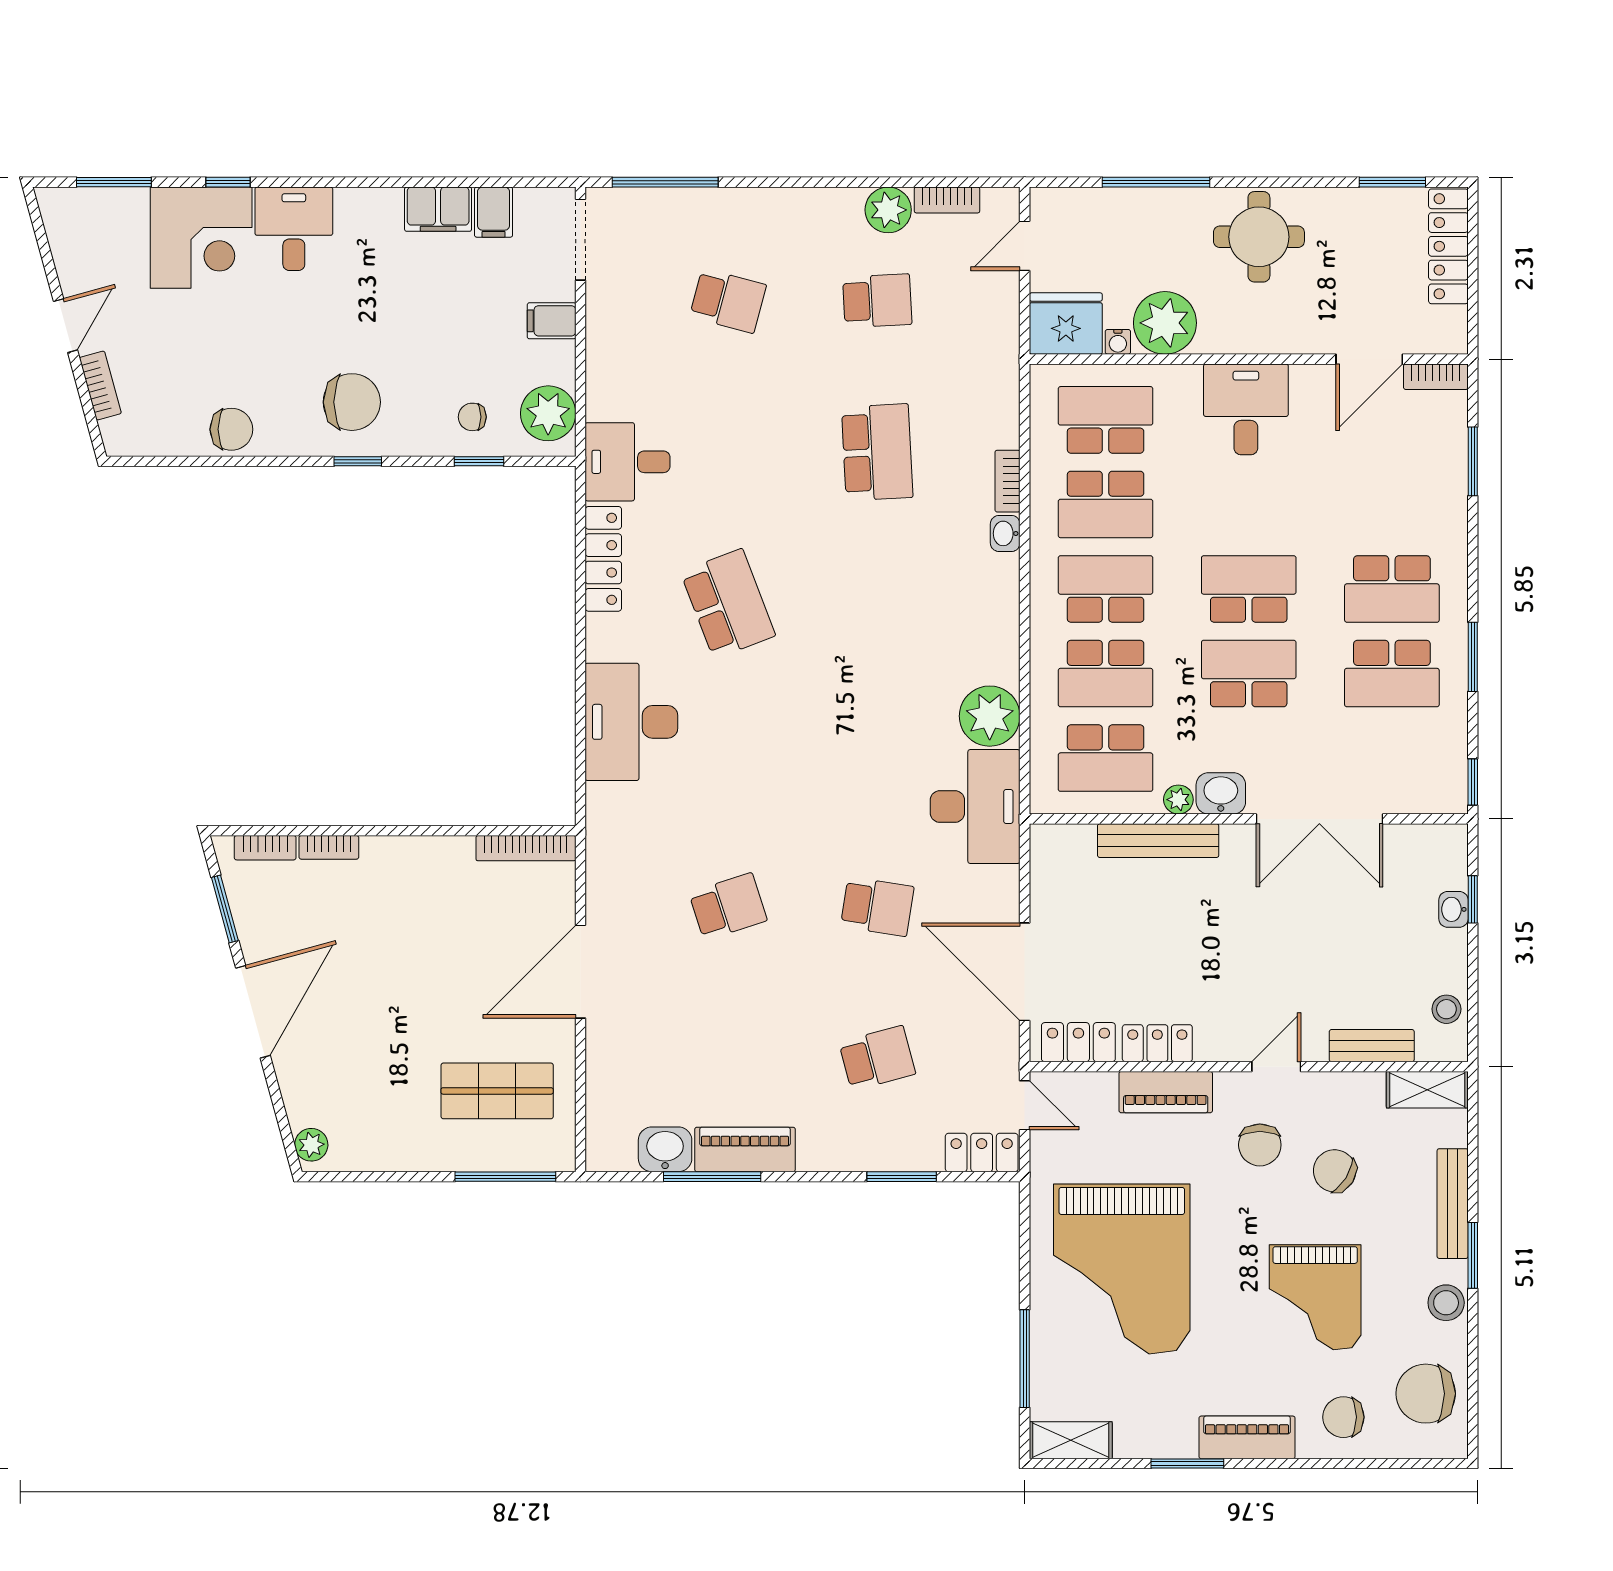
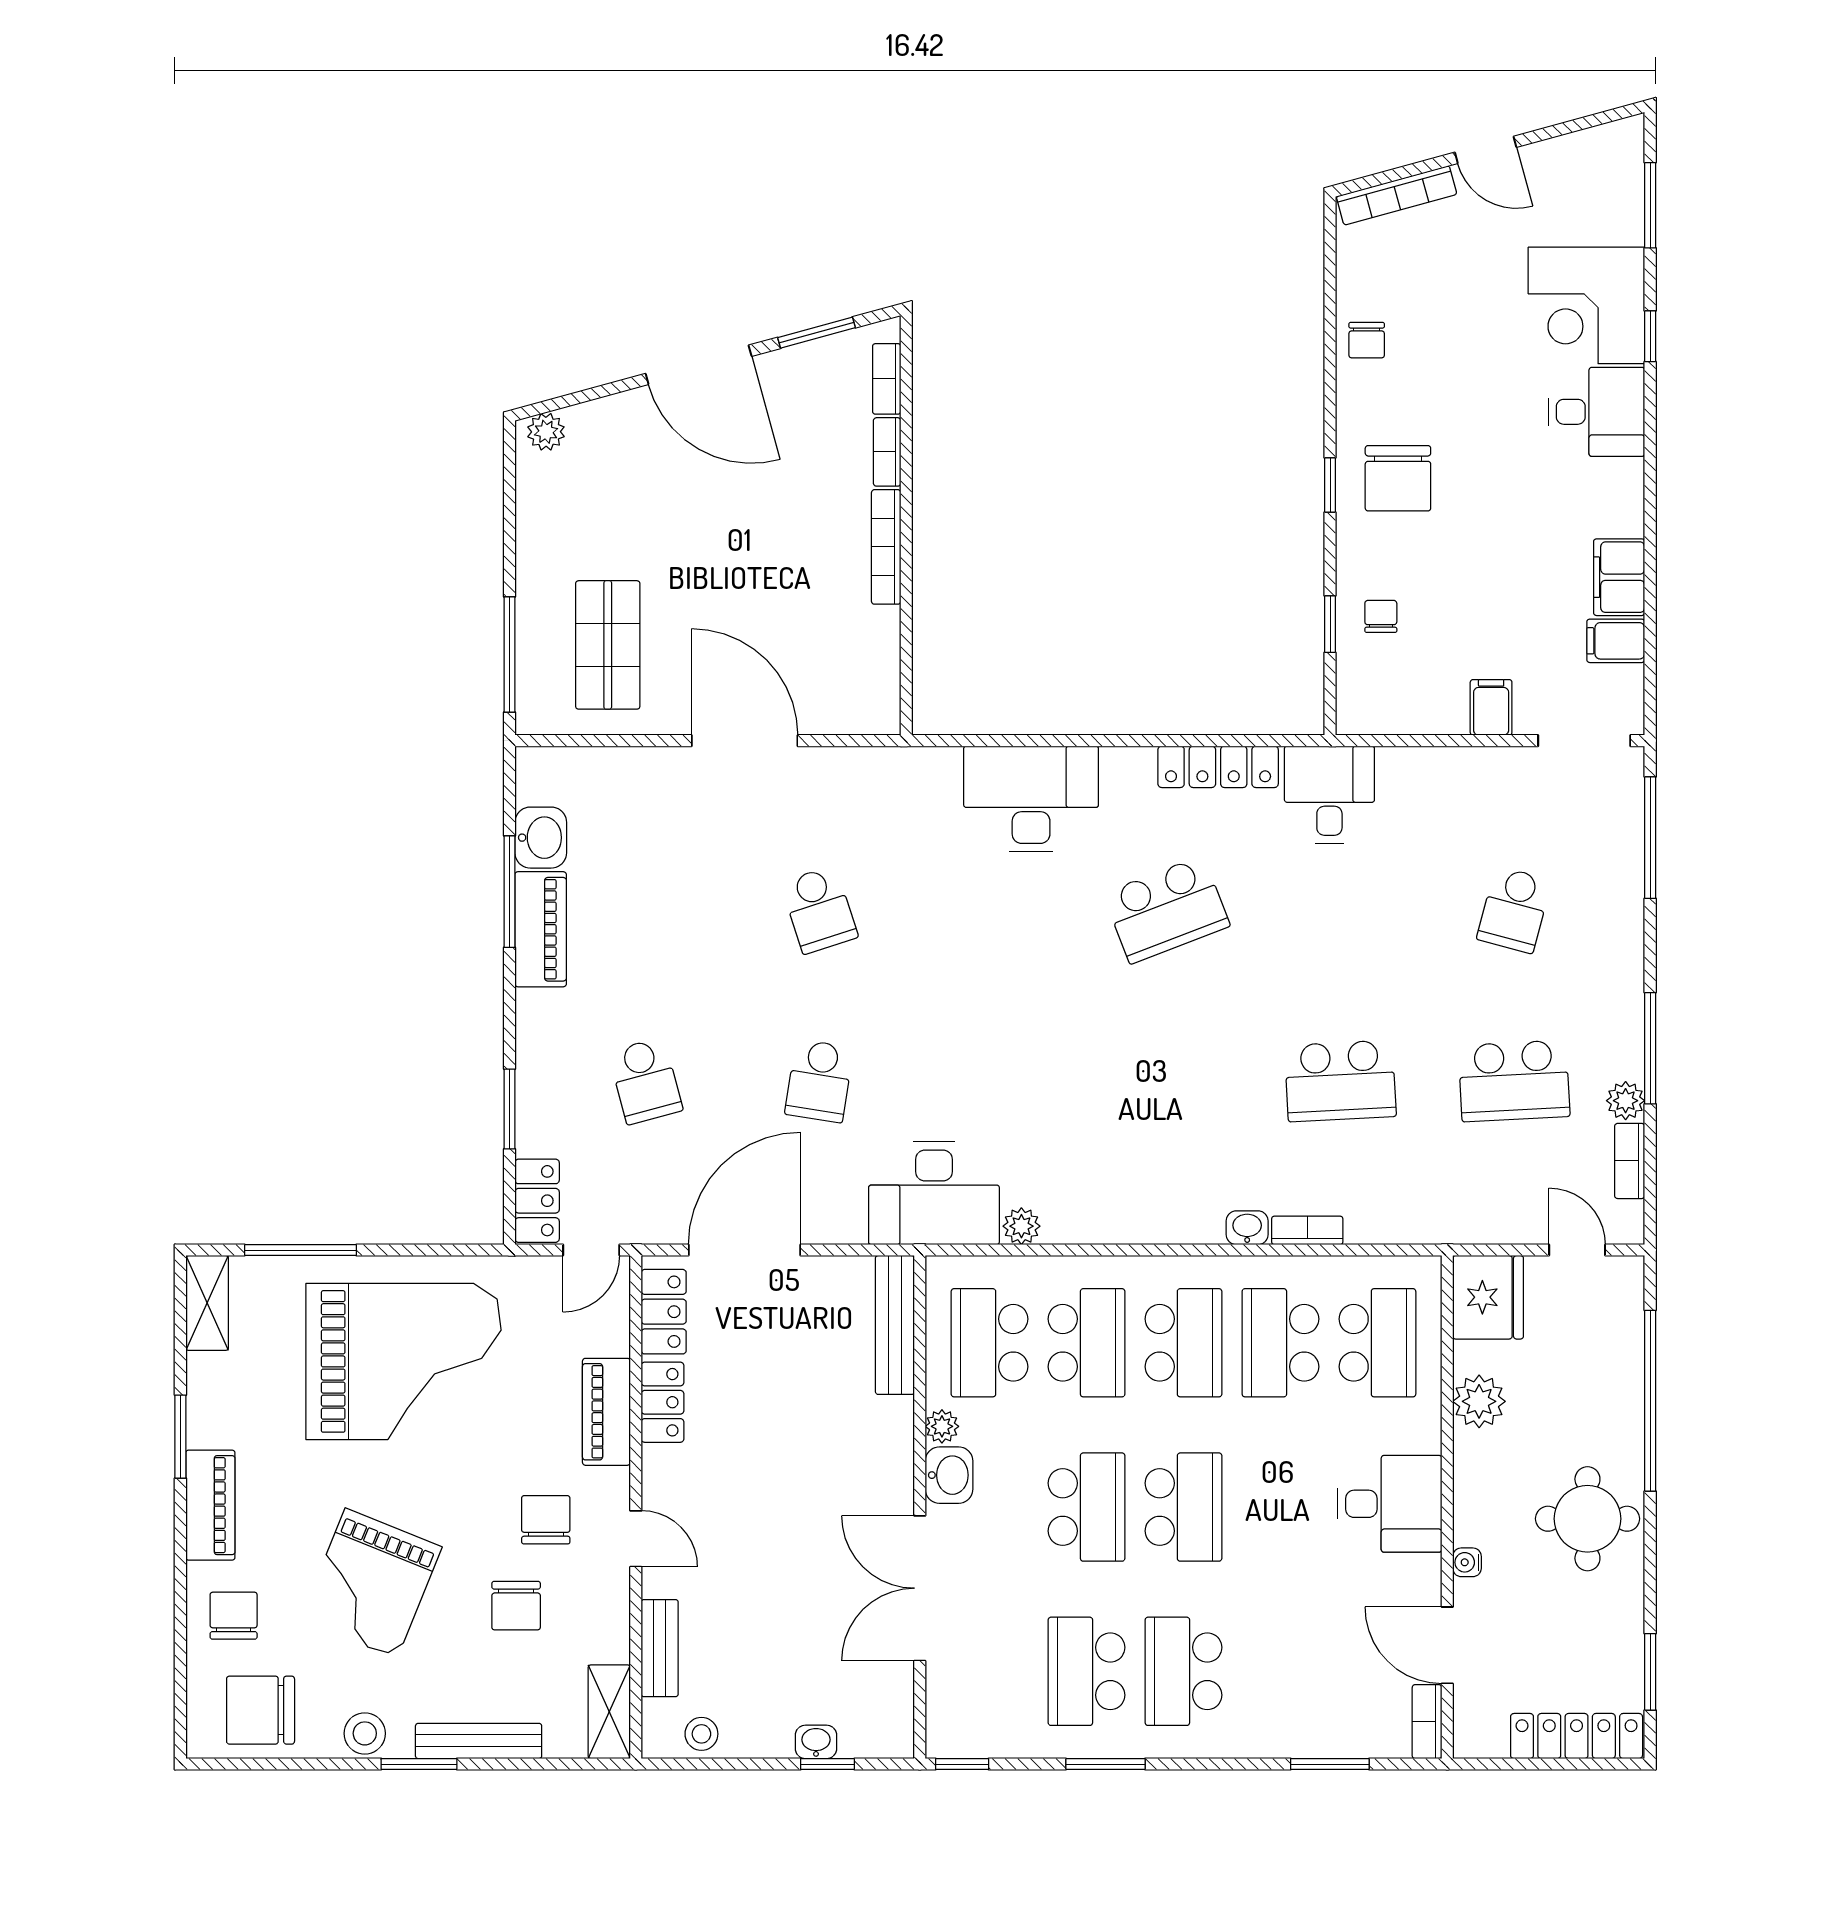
window: (849, 182) -> (1650, 1048), added
window: (1156, 182) -> (1650, 1401), width x1.46
plant: (888, 210) -> (1626, 1101), width x0.73, depth x0.73
school desk: (877, 301) -> (1514, 1081), width x1.85
plant: (1165, 323) -> (1479, 1401), width x0.73, depth x0.73
water cooler: (1118, 342) -> (1467, 1562), moved
bookcase: (100, 385) -> (1397, 195), width x1.56
plant: (548, 413) -> (1385, 704), removed
chair: (231, 429) -> (1367, 340), width x0.73, depth x0.73
school desk: (1106, 674) -> (1086, 1343), turned 180
plant: (990, 716) -> (1021, 1226), width x0.53, depth x0.53
bench: (1158, 841) -> (895, 1325), moved
bookcase: (526, 848) -> (886, 547), moved
chair: (1260, 1145) -> (546, 1520), turned 90
chair: (1335, 1171) -> (516, 1606), turned 148
grand piano: (1122, 1269) -> (403, 1361), turned 180
grand piano: (1315, 1297) -> (371, 1583), turned -68
chair: (1426, 1394) -> (261, 1710), turned -90

